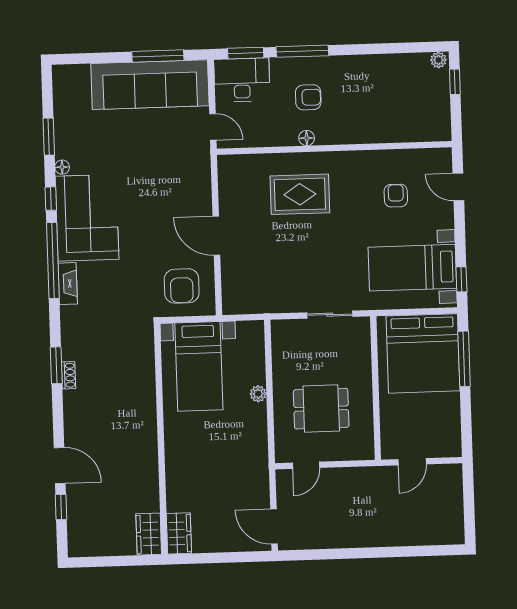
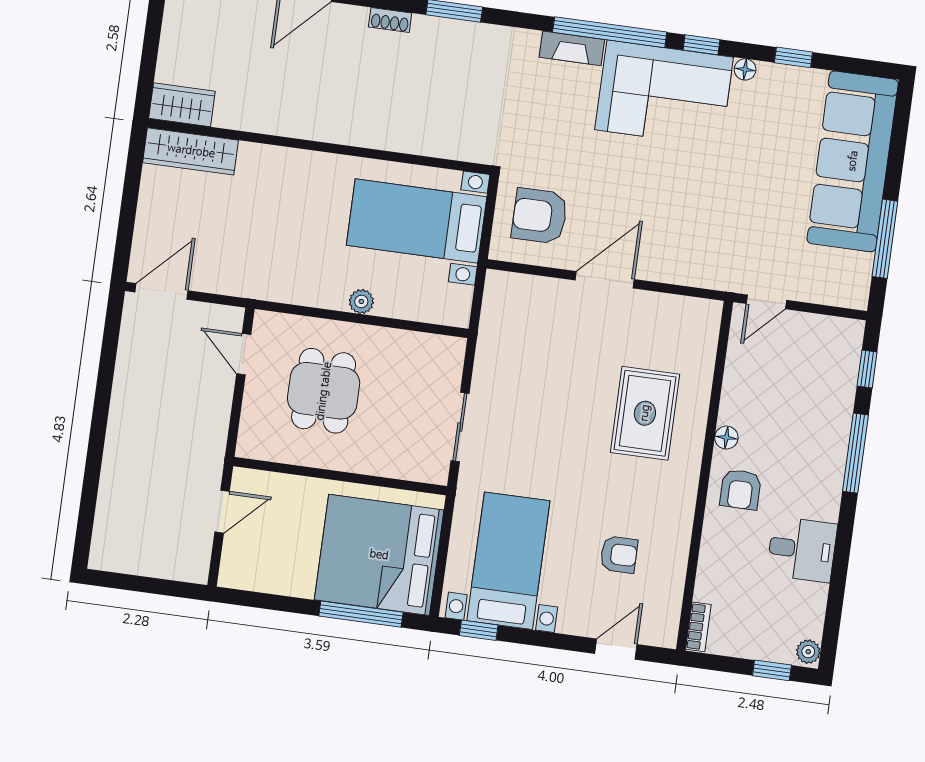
window: (246, 53) -> (867, 369), width x0.67
desk: (242, 80) -> (802, 549), moved, width x0.73
sofa: (150, 85) -> (853, 161), moved
armchair: (308, 97) -> (741, 489), moved
bookcase: (435, 135) -> (698, 627), added
window: (49, 137) -> (793, 57), width x0.67
shoe rack: (68, 375) -> (390, 20), moved
door: (412, 462) -> (222, 512), swing flipped
wardrobe: (179, 533) -> (191, 151), width x1.50

